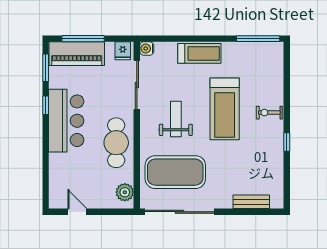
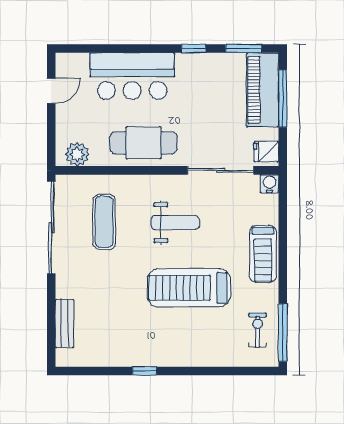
exercise bike: (269, 113) -> (258, 330), moved
bar counter: (66, 121) -> (132, 76), moved
exercise mat: (175, 172) -> (104, 222), width x0.50, depth x0.69

